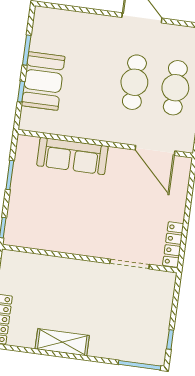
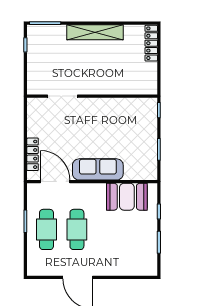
booth: (43, 81) -> (127, 197), moved, turned 90
sofa: (72, 156) -> (98, 169), moved
locker: (173, 244) -> (33, 154), moved
shelving: (62, 342) -> (95, 32), width x1.47

